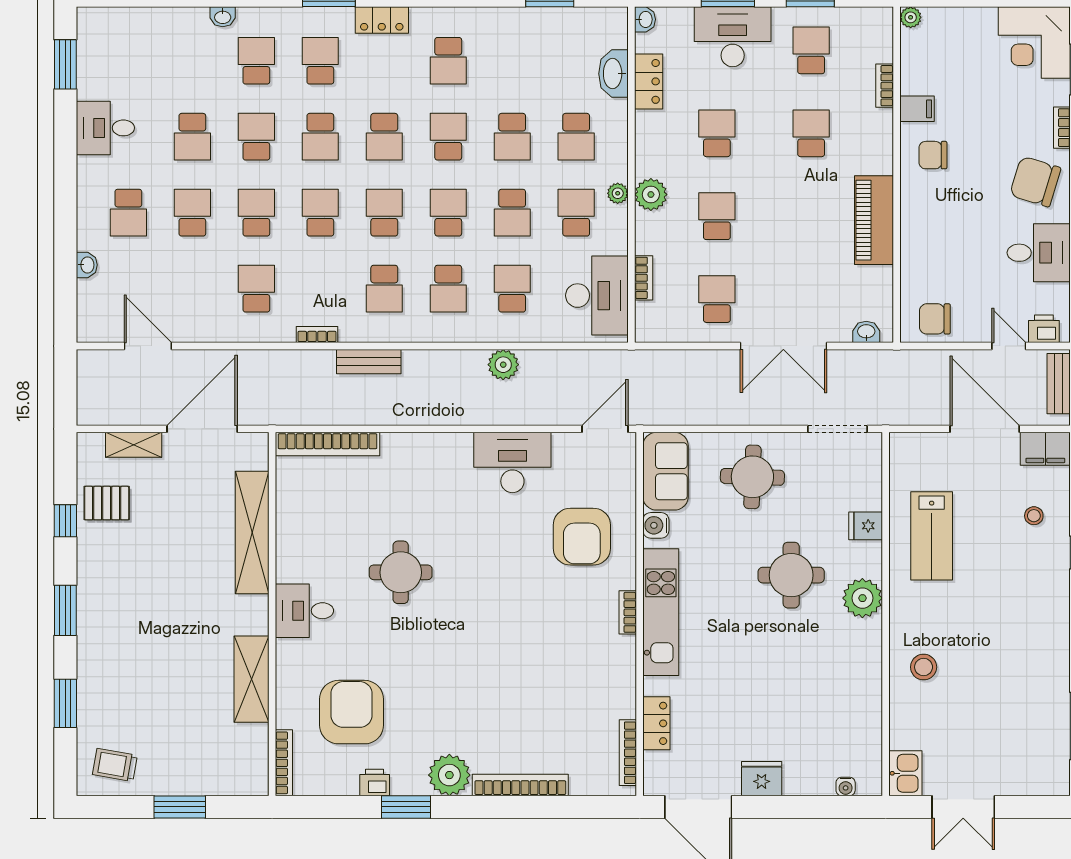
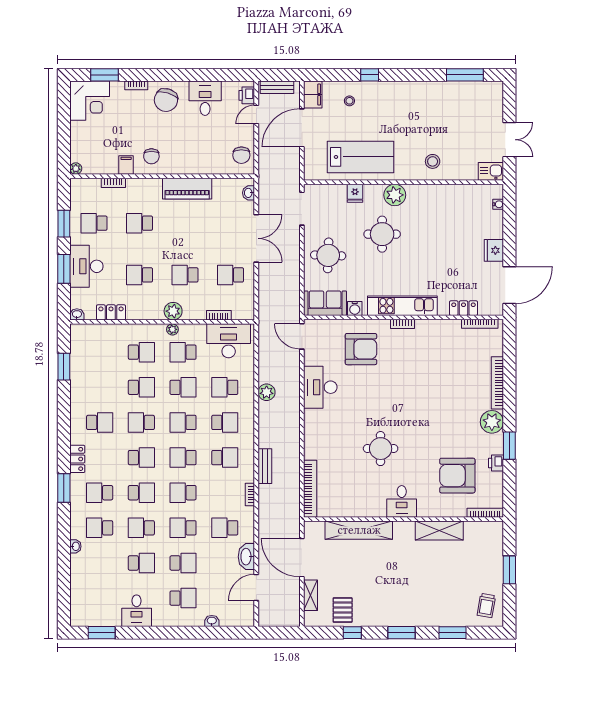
washbasin: (613, 74) -> (246, 557), moved, turned 90
school desk: (192, 213) -> (183, 563), turned 180
lab bench: (932, 536) -> (361, 157), width x1.36, depth x1.39

